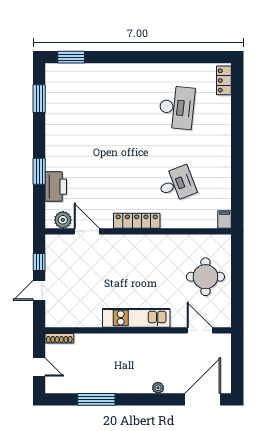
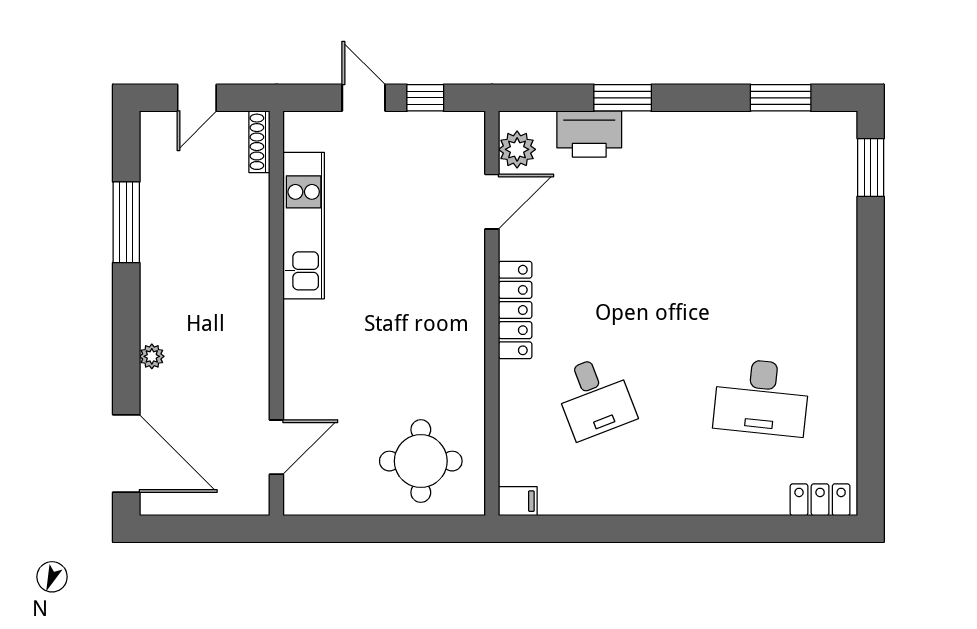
round table: (205, 277) -> (421, 461), moved
kitchen unit: (136, 318) -> (304, 226), moved

